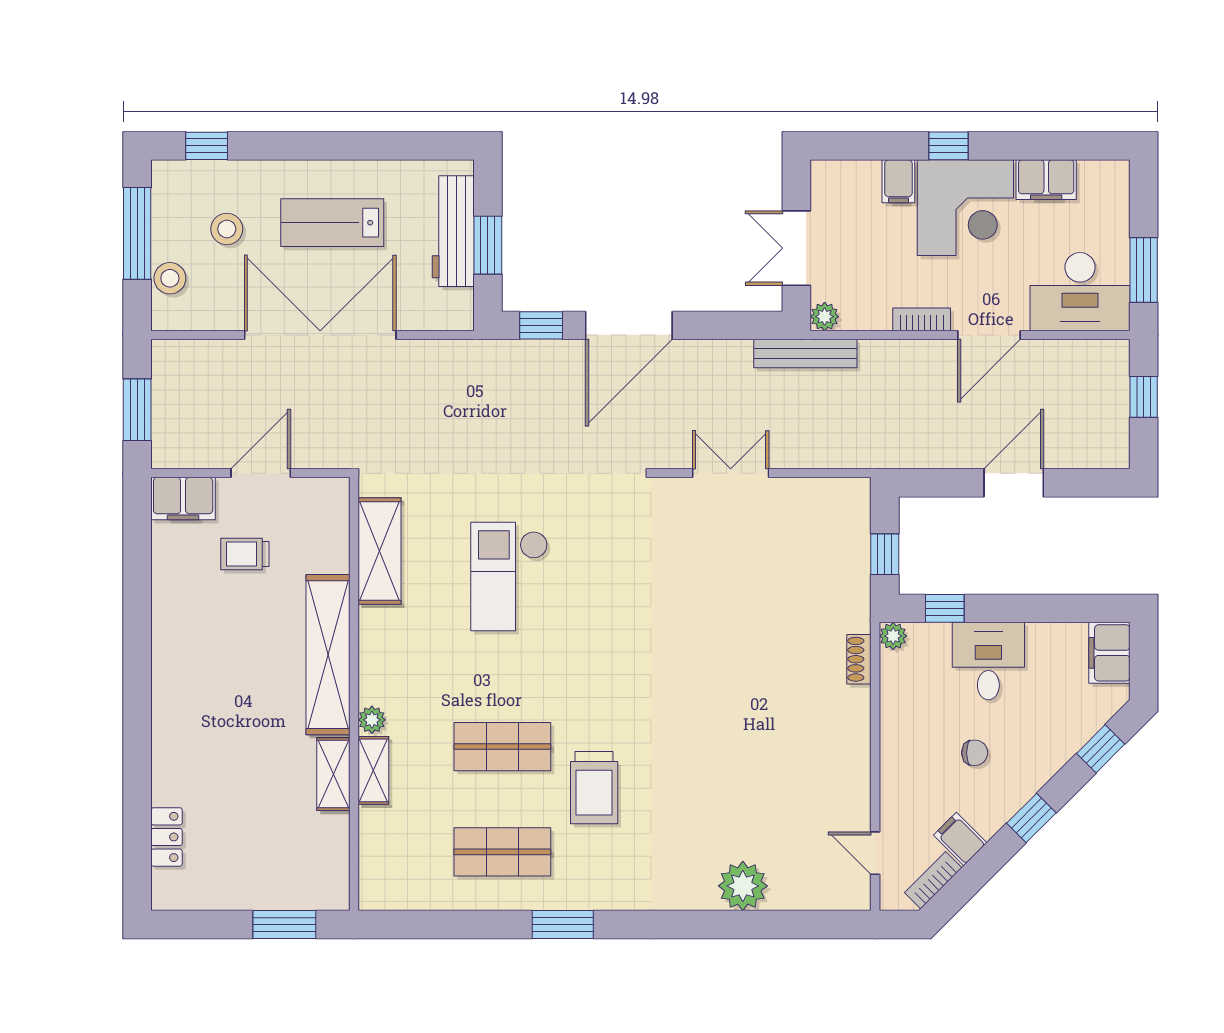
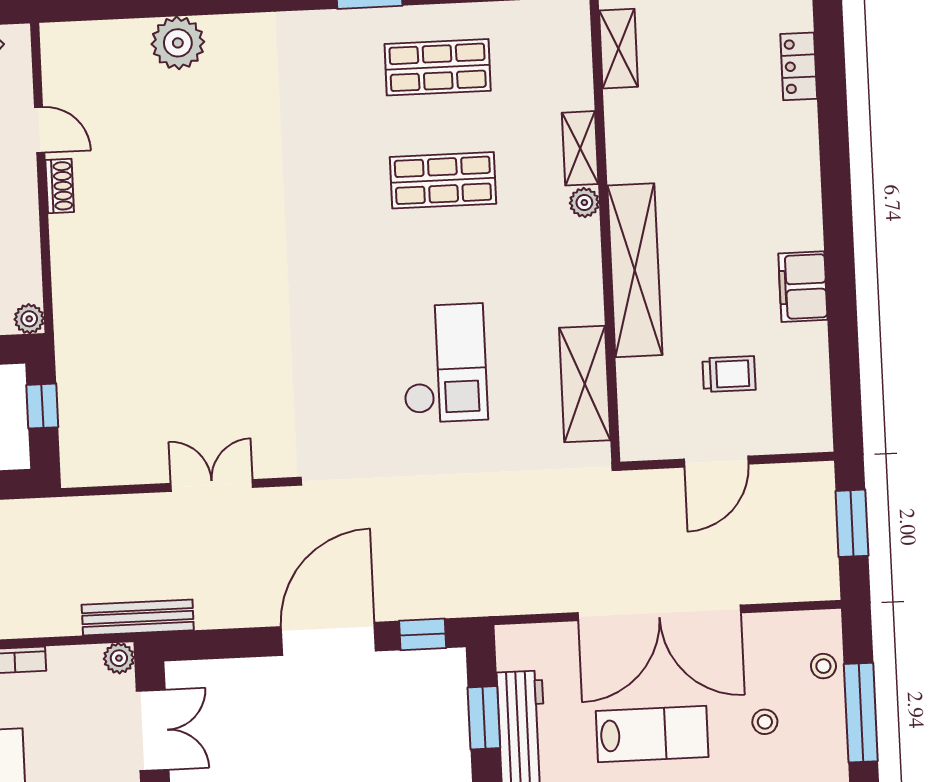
stool: (227, 229) -> (765, 722), width x0.73, depth x0.73
stool: (170, 278) -> (823, 666), width x0.73, depth x0.73
double door: (731, 473) -> (212, 485), swing flipped
filing cabinet: (183, 499) -> (803, 287), moved, turned -90
shoe rack: (859, 659) -> (60, 186), moved
shelving: (333, 774) -> (619, 49), moved
trolley: (594, 788) -> (342, 141), removed
door: (875, 853) -> (40, 130), moved

